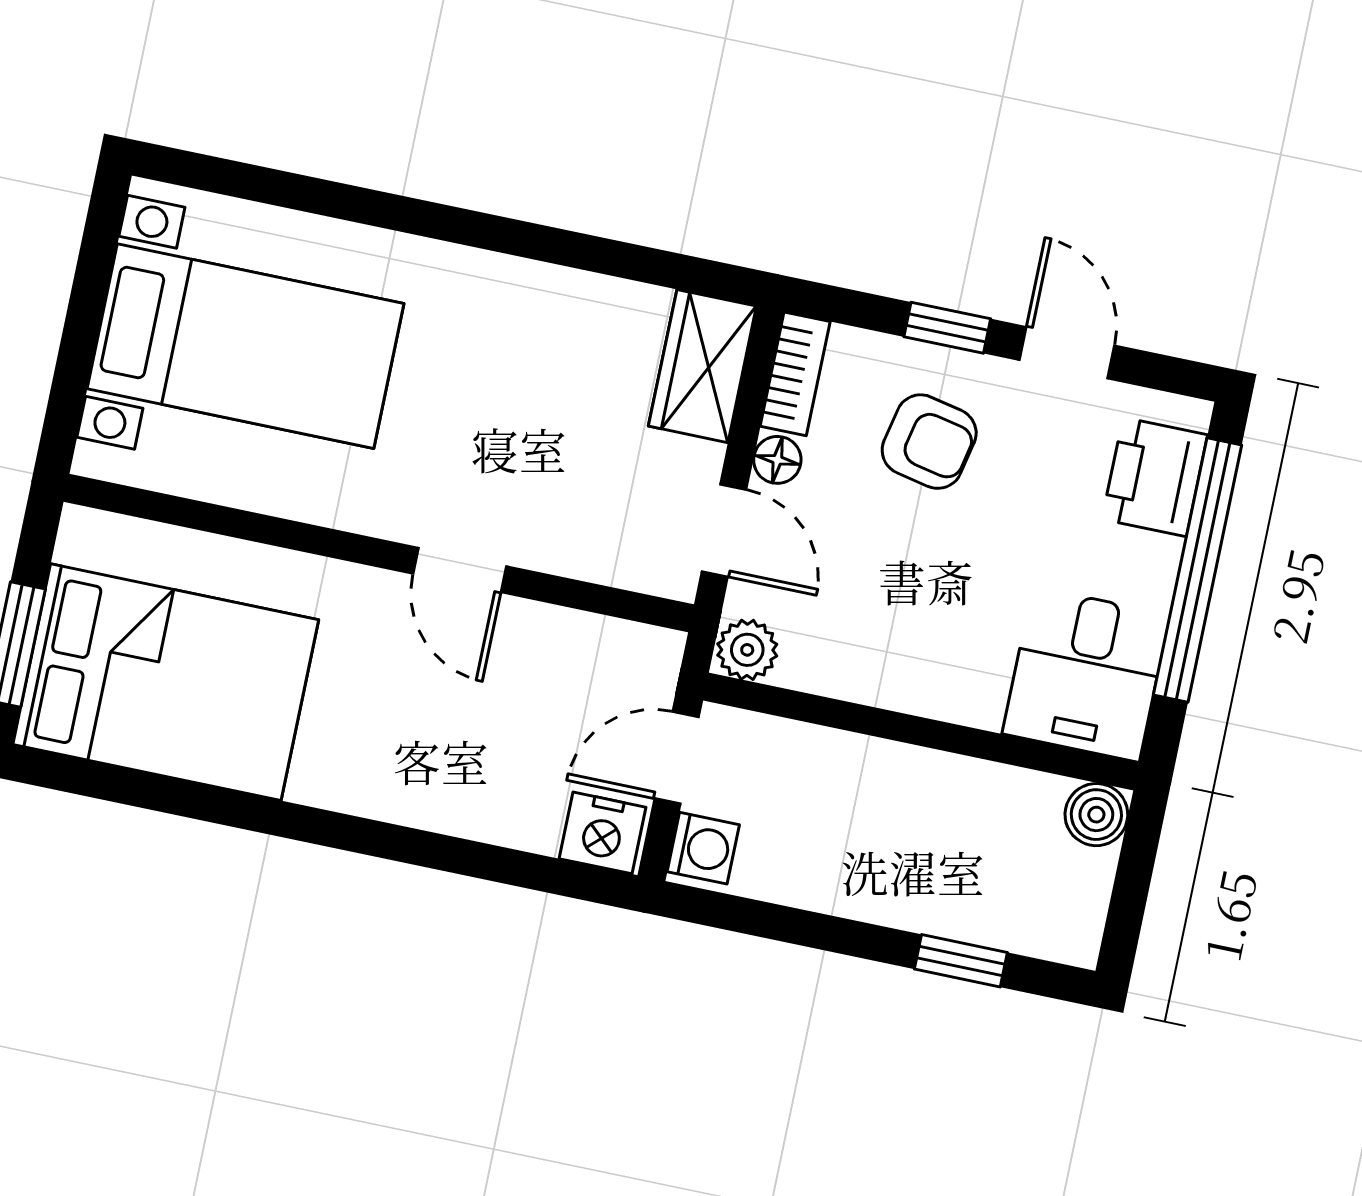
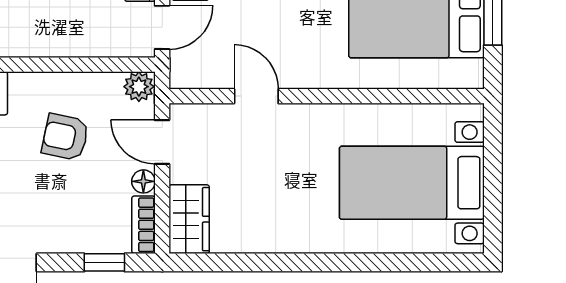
window: (947, 328) -> (104, 262), moved
armchair: (929, 442) -> (65, 137), moved
door: (460, 570) -> (256, 96), moved

